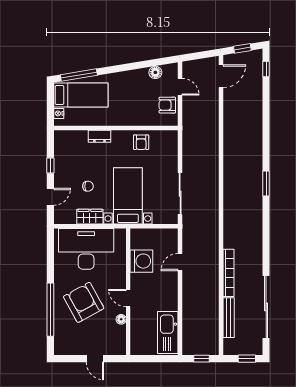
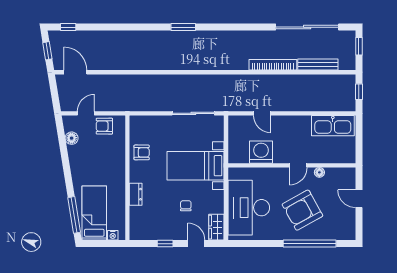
armchair: (167, 105) -> (104, 126), turned 90
wardrobe: (90, 217) -> (216, 227), moved
door: (95, 359) -> (359, 199), swing flipped

